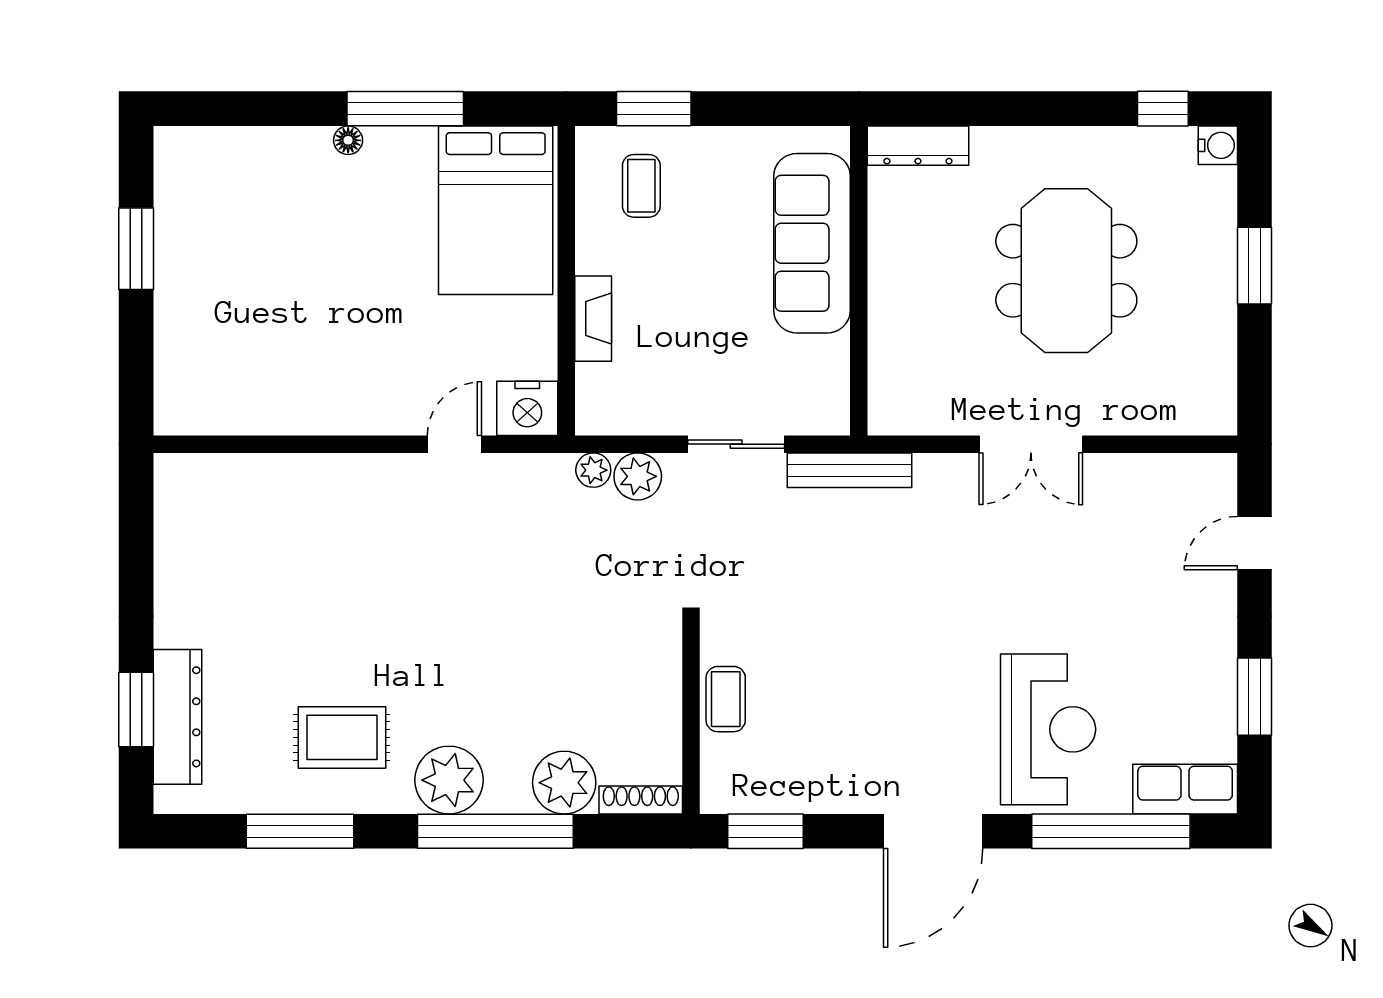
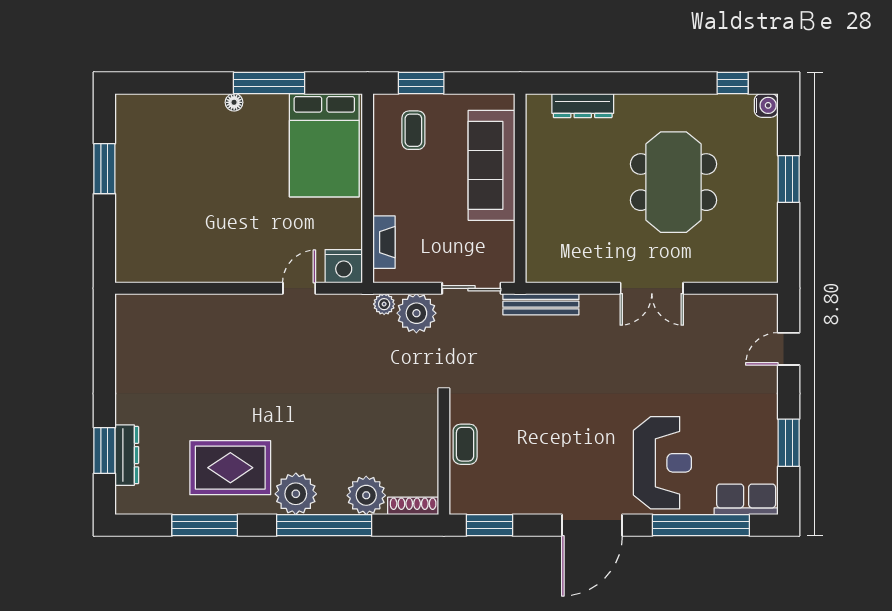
sofa: (812, 243) -> (492, 165), moved
wall: (859, 281) -> (520, 188), moved
fireplace: (593, 319) -> (384, 242), moved
plant: (638, 476) -> (416, 313), width x1.36, depth x1.36
dresser: (177, 717) -> (127, 455), width x0.73, depth x0.80
rug: (342, 737) -> (230, 468), width x1.36, depth x1.43

